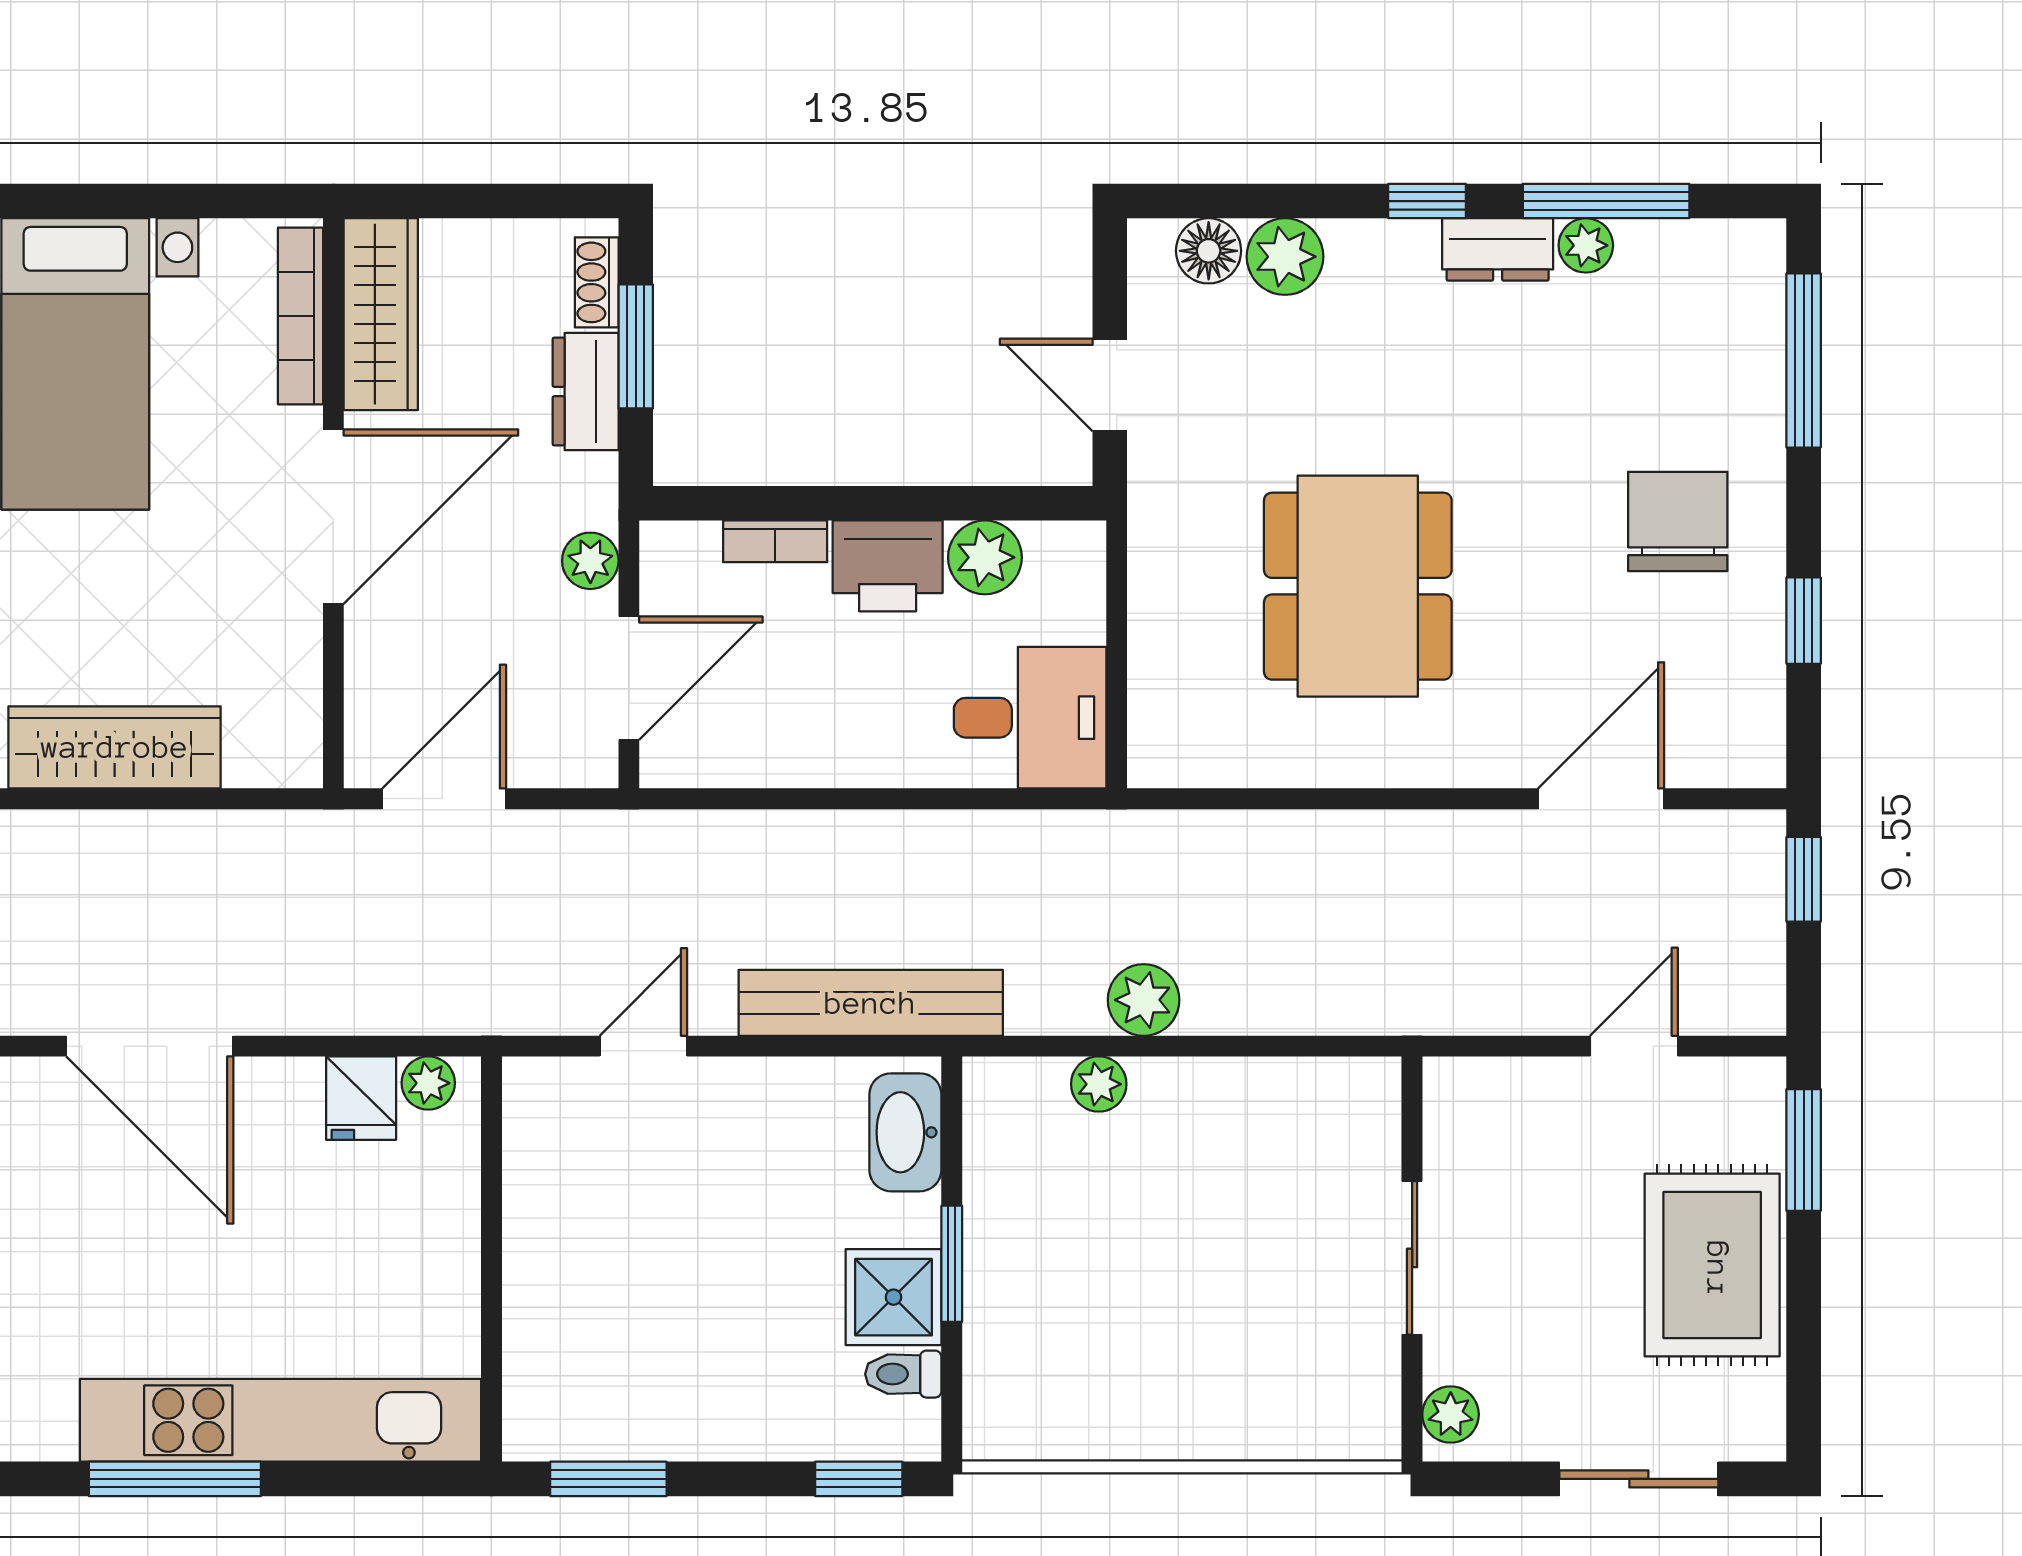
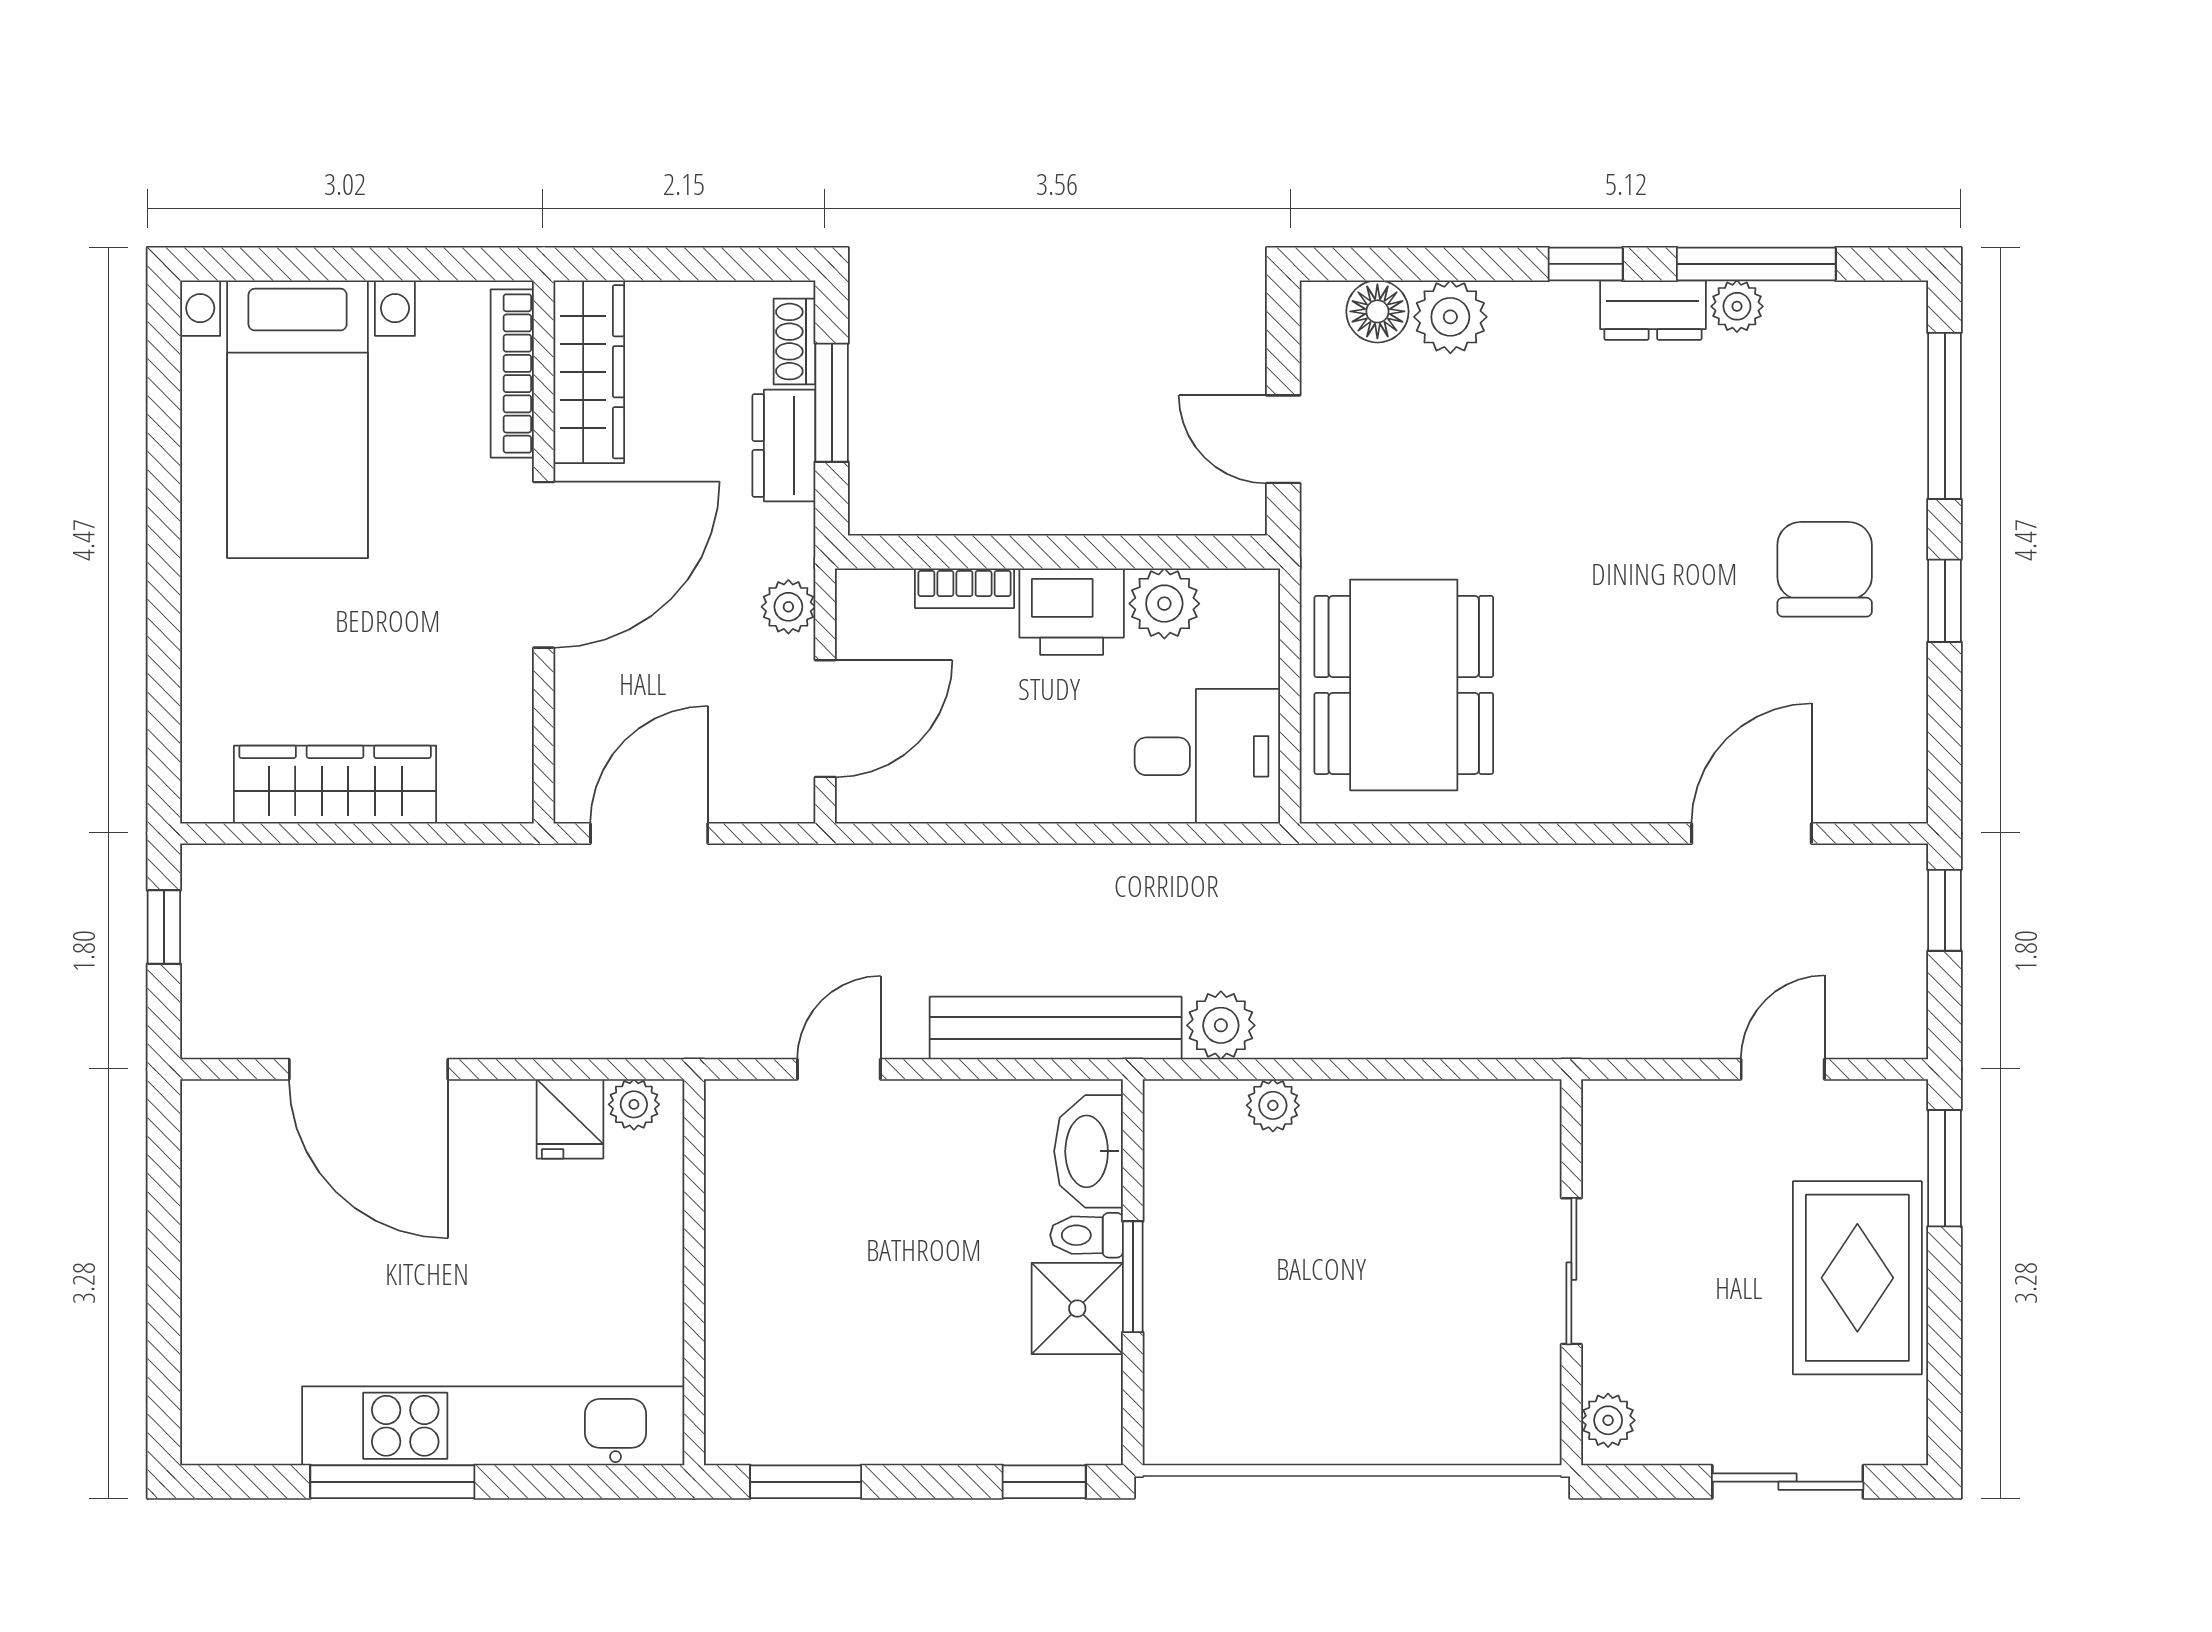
dining table: (1358, 586) -> (1404, 685), moved
window: (1804, 621) -> (1945, 601), moved
plant: (1144, 1000) -> (1221, 1025), moved
toilet: (903, 1374) -> (1087, 1235), moved

